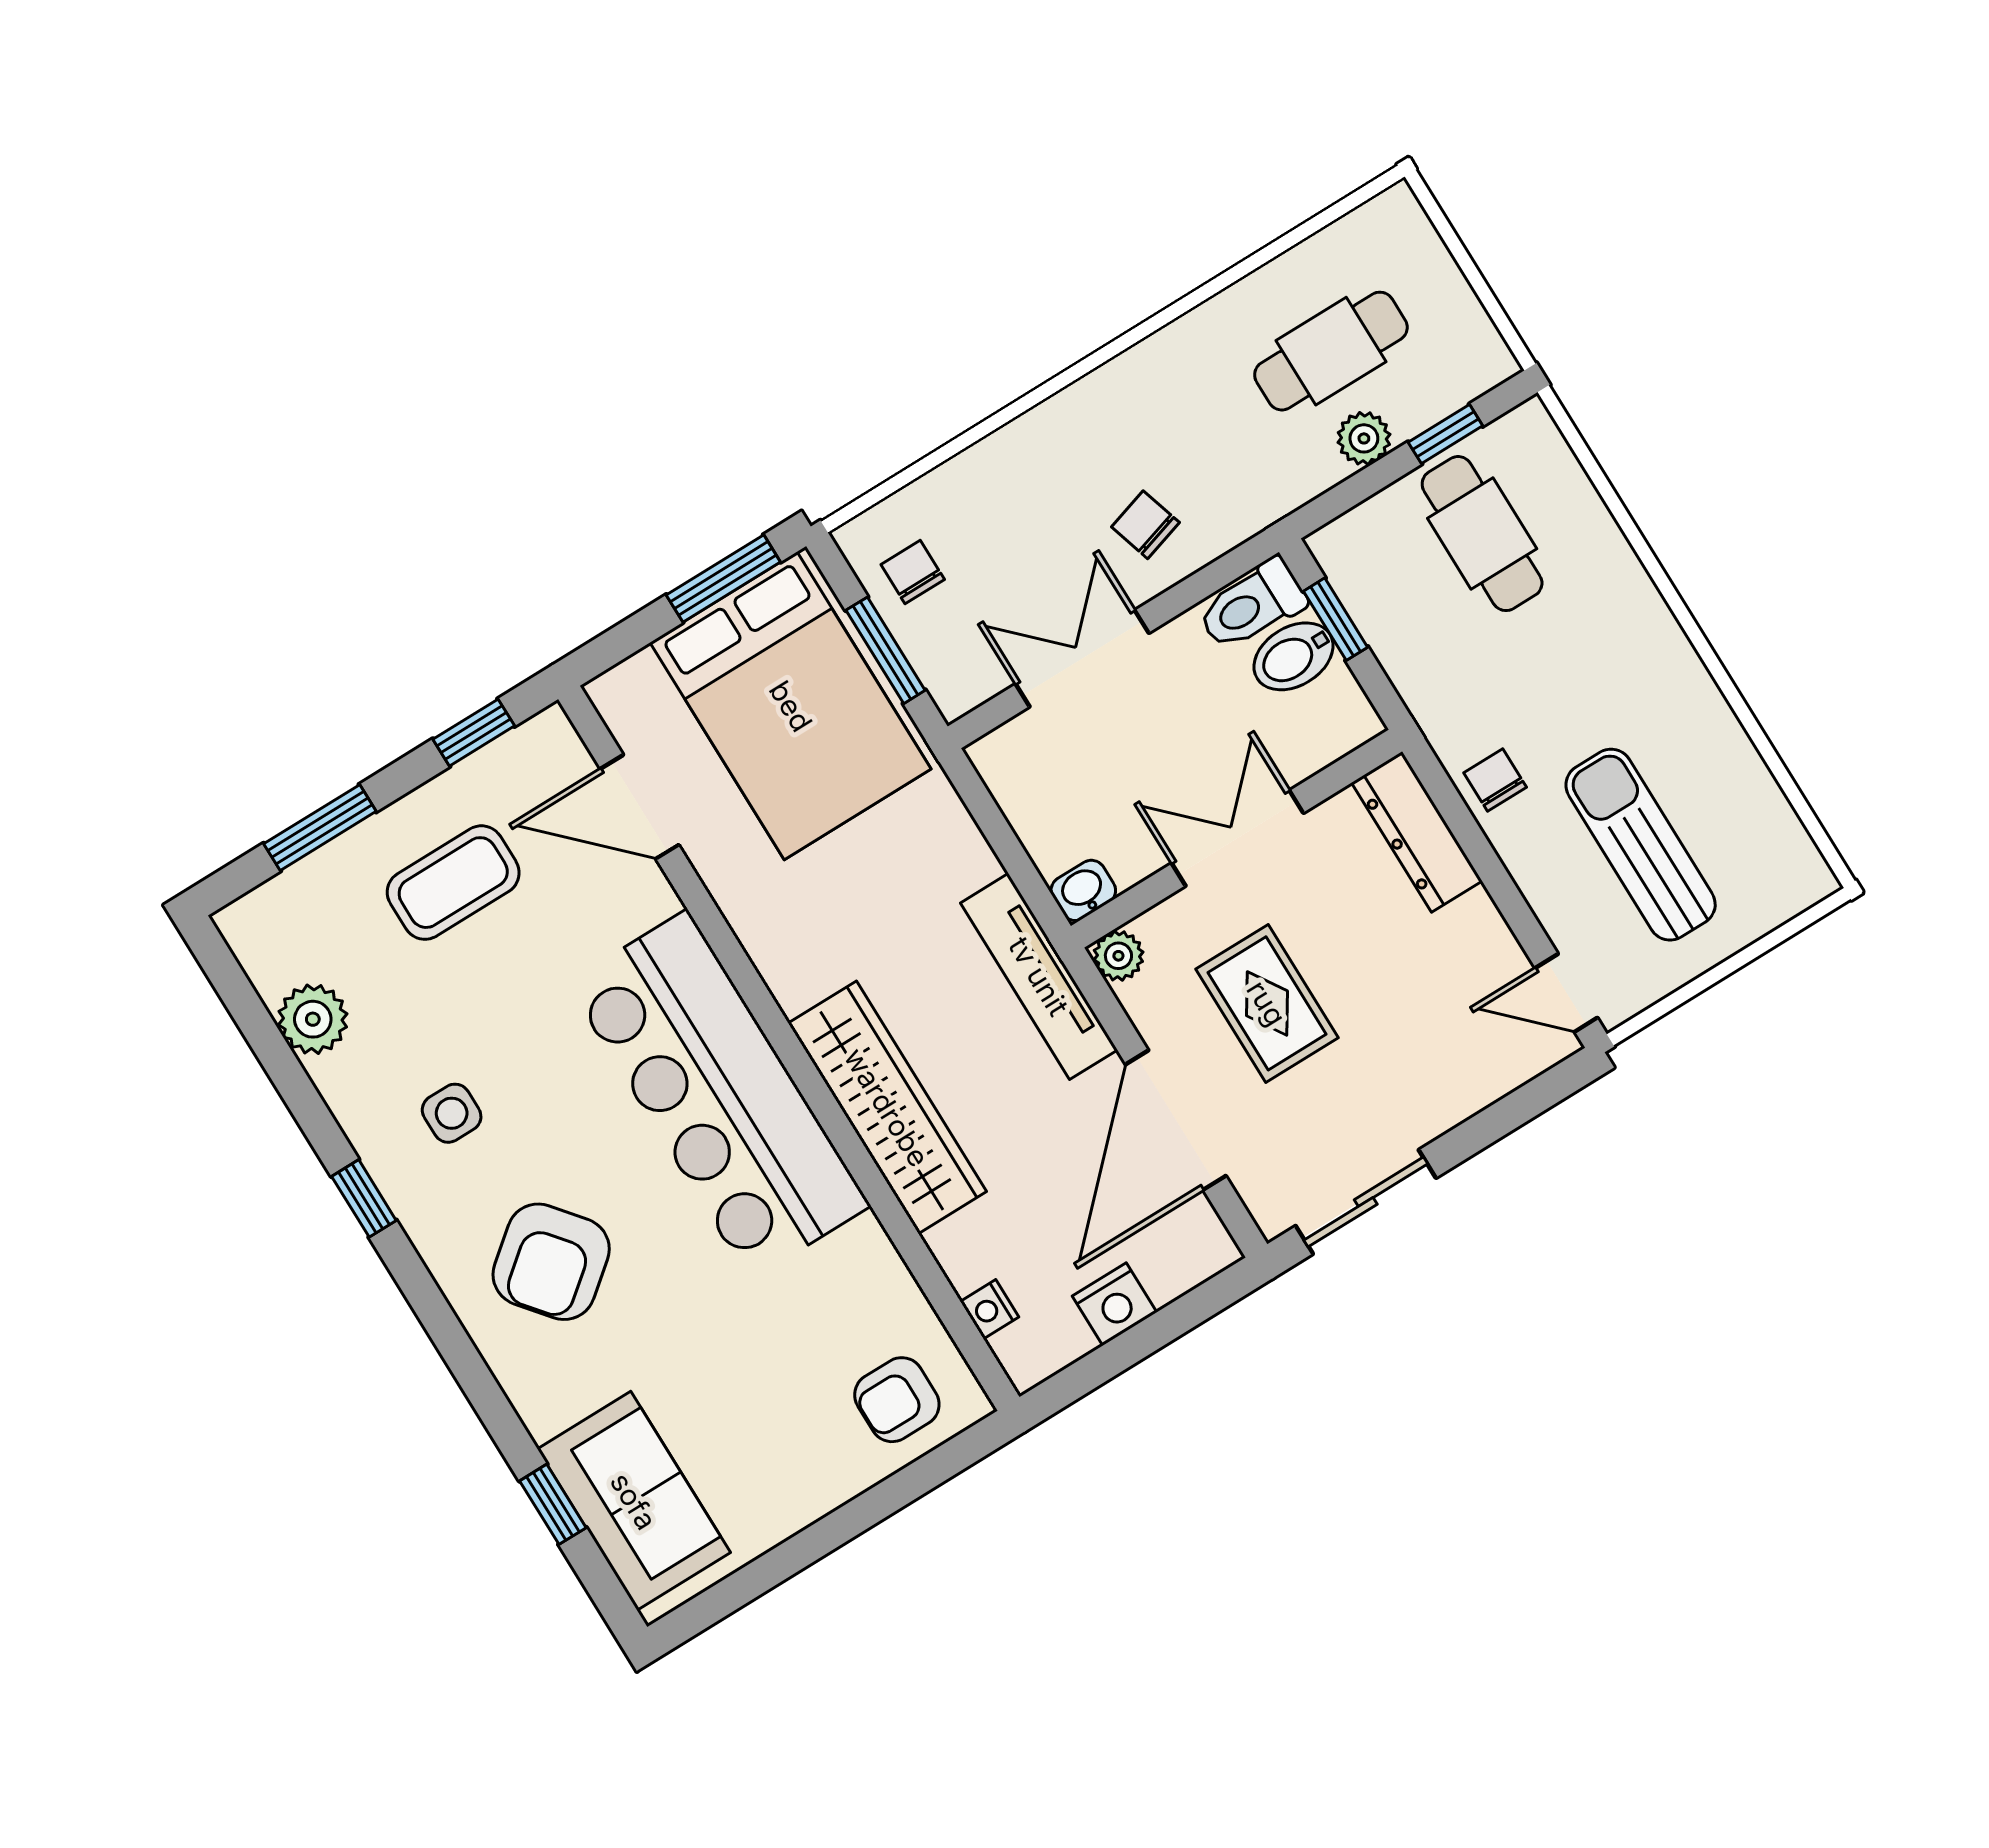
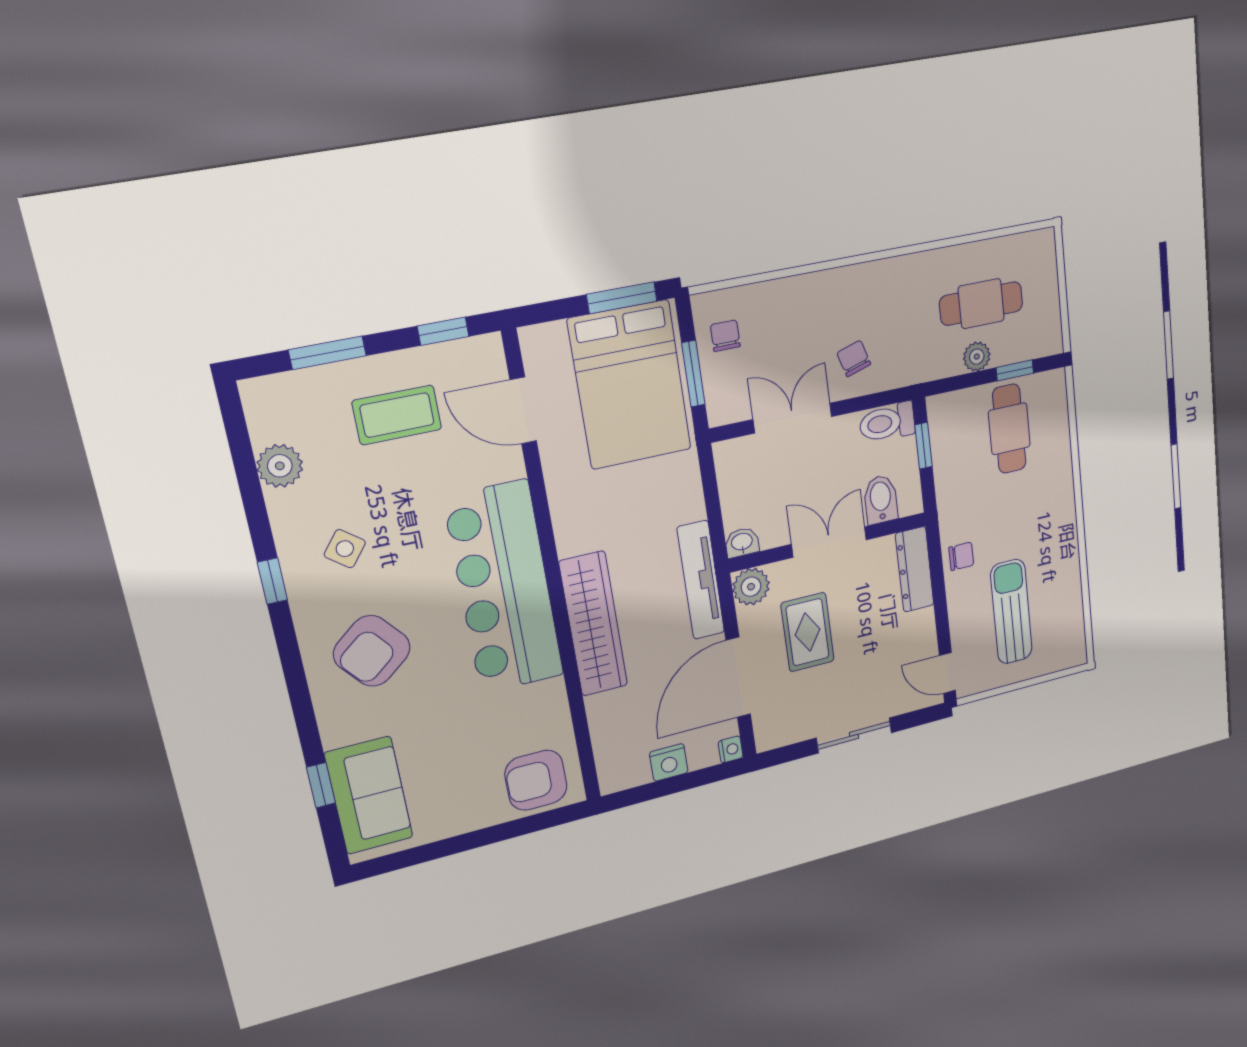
bidet: (1294, 656) -> (881, 499), moved, turned 90
chair: (1495, 780) -> (961, 556), turned 90
plant: (1118, 956) -> (751, 587), width x1.38, depth x1.38
side table: (452, 1113) -> (345, 549), turned 38
sliding door: (1366, 1202) -> (854, 735), moved
nightstand: (989, 1309) -> (731, 749), moved, turned 180
armchair: (897, 1400) -> (536, 780), width x1.38, depth x1.38

